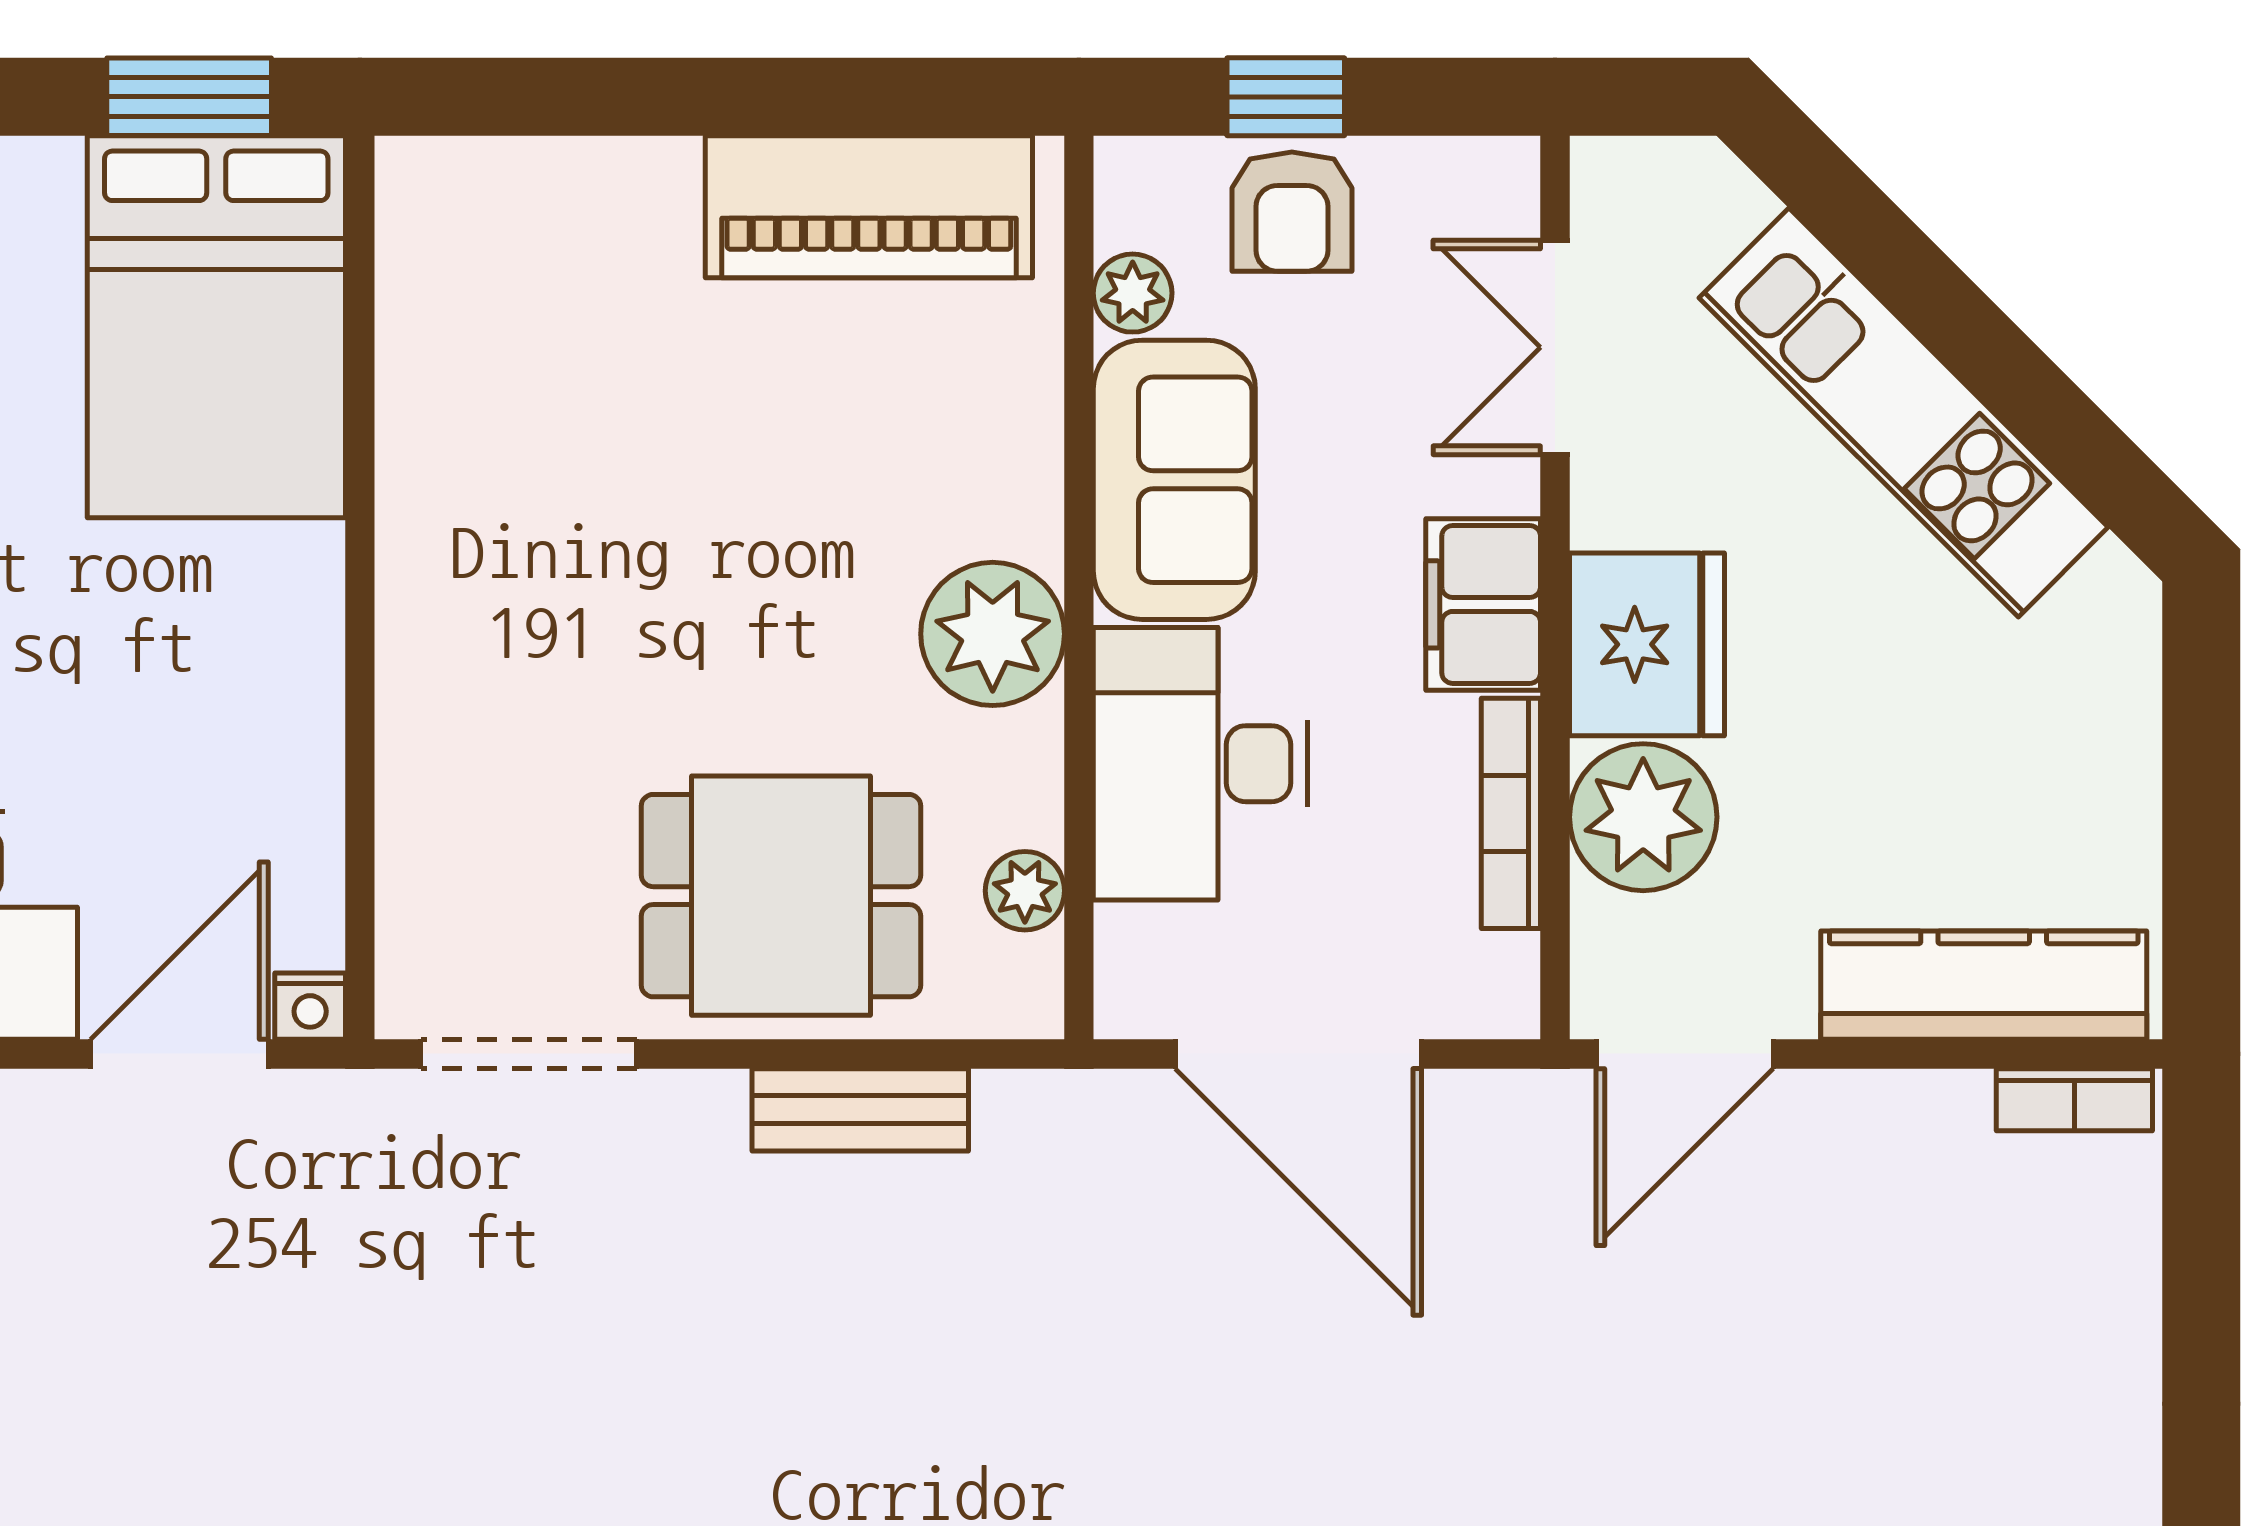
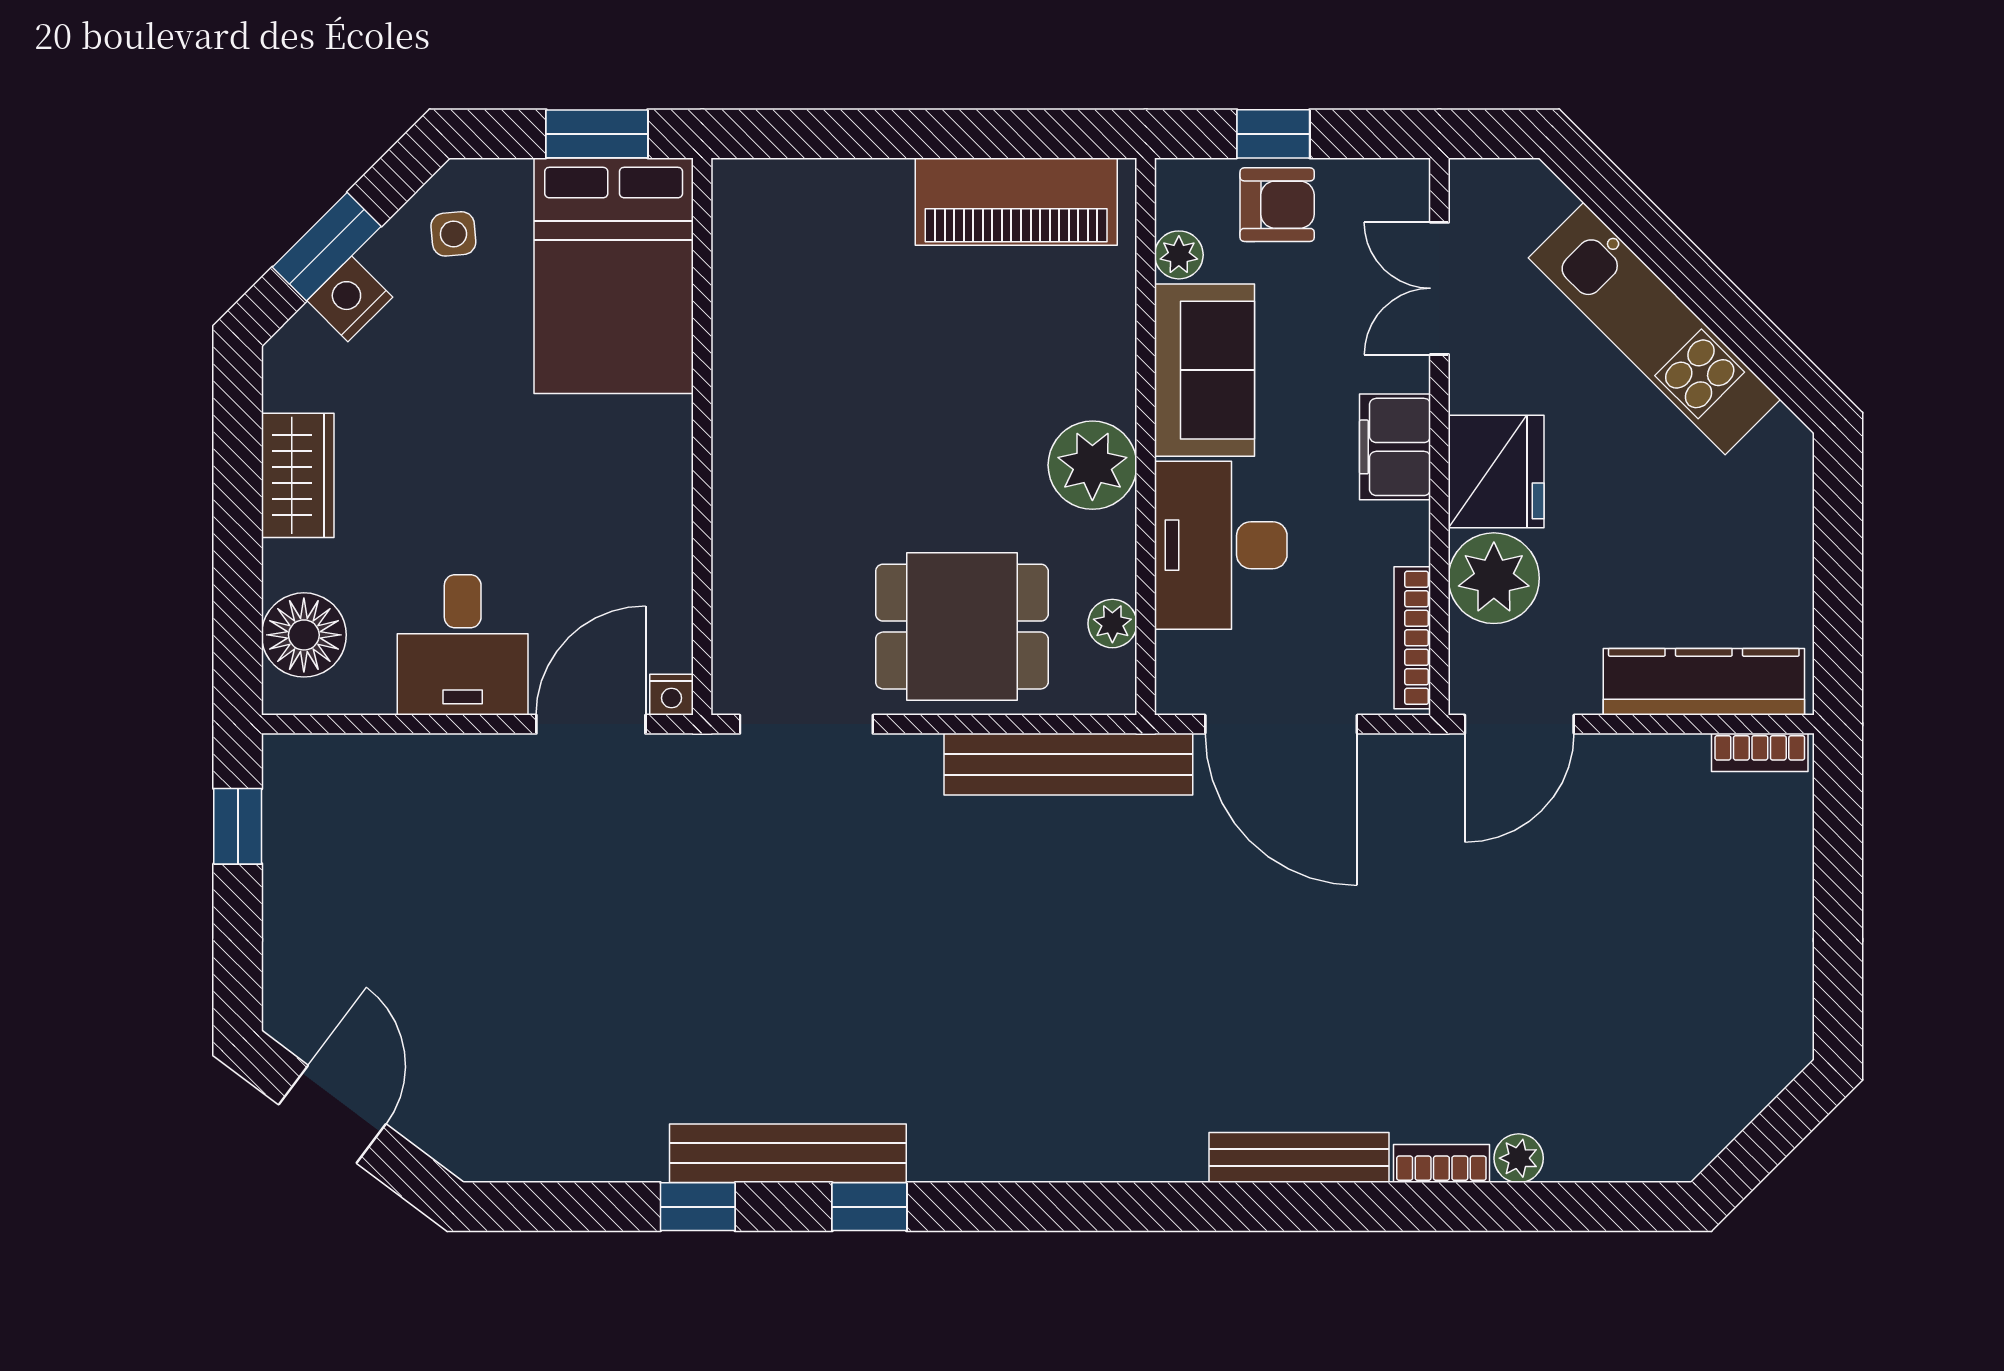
armchair: (1292, 212) -> (1277, 205), turned -90
bookcase: (1511, 813) -> (1412, 638), moved
bench: (860, 1110) -> (1068, 764), width x1.86, depth x1.21

